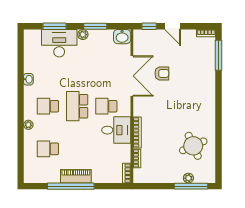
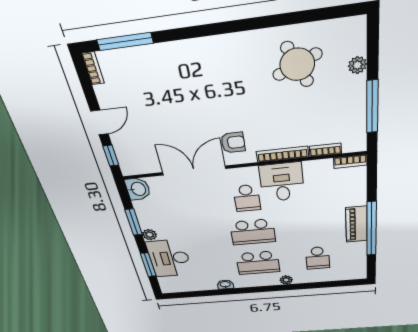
armchair: (162, 73) -> (233, 143), moved, turned 90
school desk: (48, 106) -> (258, 263), width x1.85
window: (191, 186) -> (372, 107), moved

